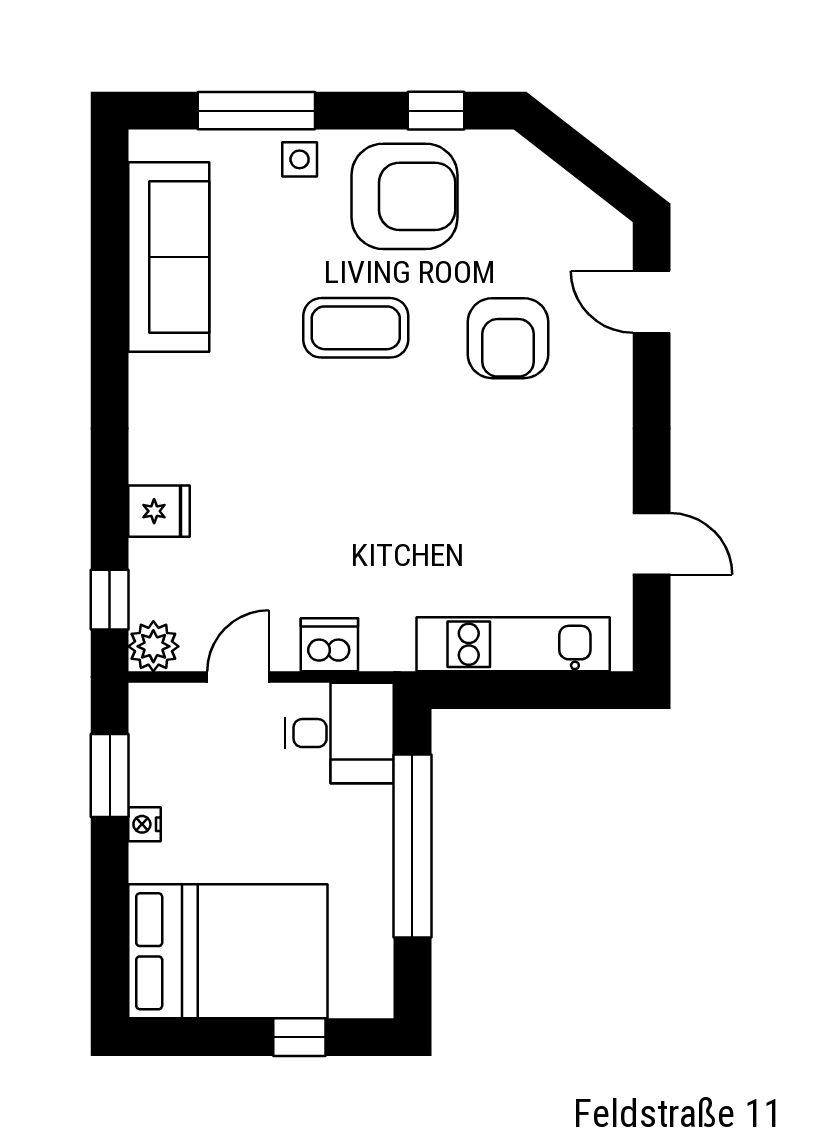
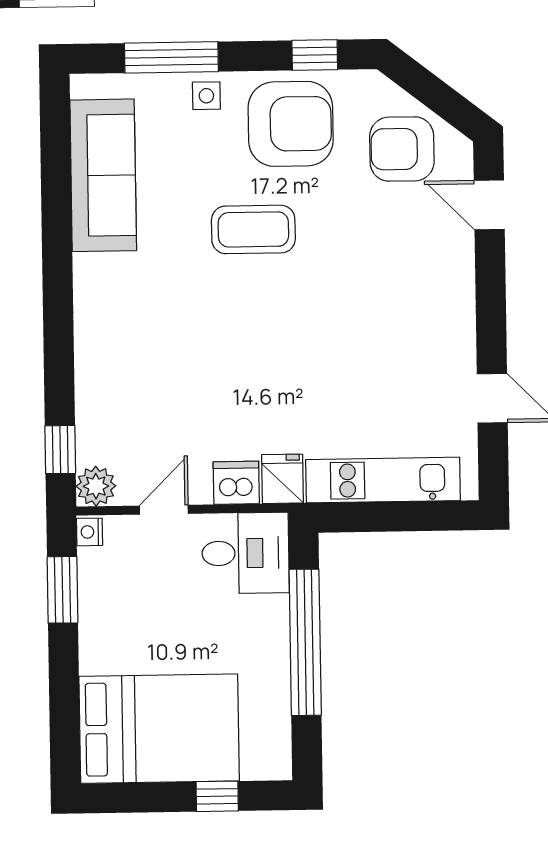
armchair: (508, 338) -> (402, 149), moved, turned 90
fridge: (159, 511) -> (282, 479), moved, turned -90
nightstand: (145, 824) -> (89, 532), moved

